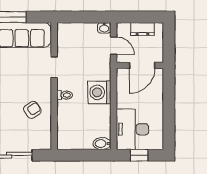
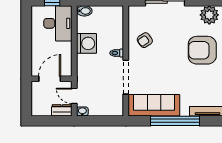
dresser: (143, 29) -> (62, 110), moved
doorway: (54, 67) -> (126, 77), width x1.88
washing machine: (99, 92) -> (87, 43), moved

